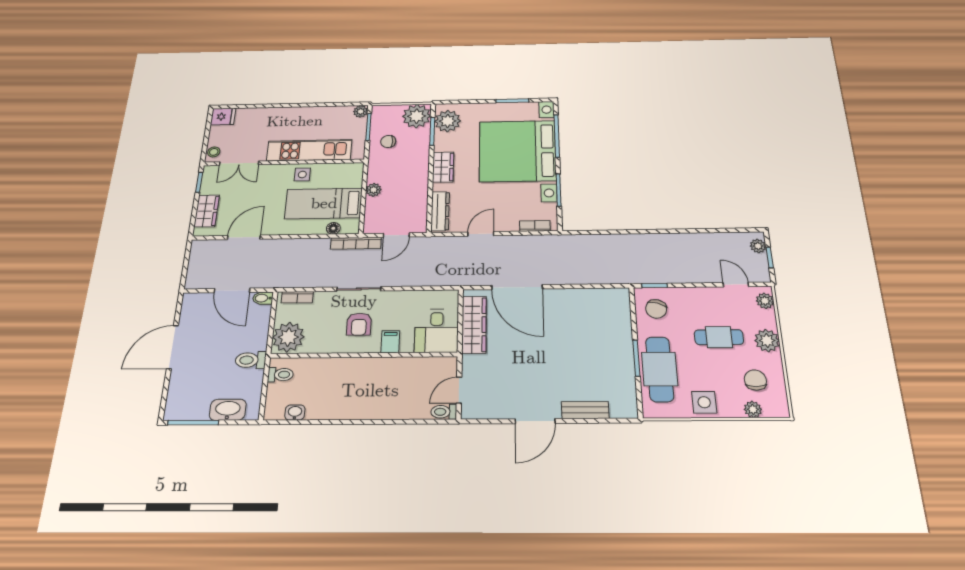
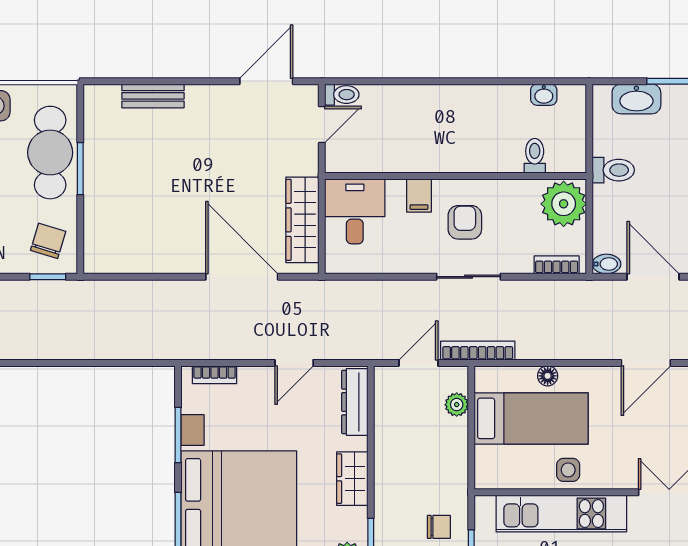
plant: (374, 190) -> (457, 405), moved
floor lamp: (333, 228) -> (548, 376), moved
toilet: (281, 375) -> (535, 156), moved, turned 90
door: (535, 421) -> (266, 81), moved

